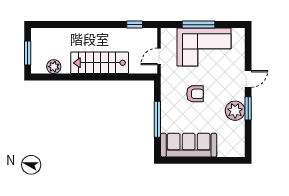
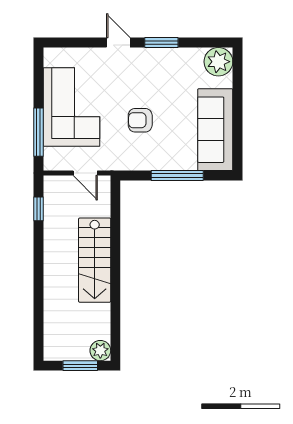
window: (198, 25) -> (39, 132), moved
plant: (54, 67) -> (100, 351), moved
armchair: (195, 94) -> (140, 120), turned -90
plant: (235, 111) -> (218, 62), moved

